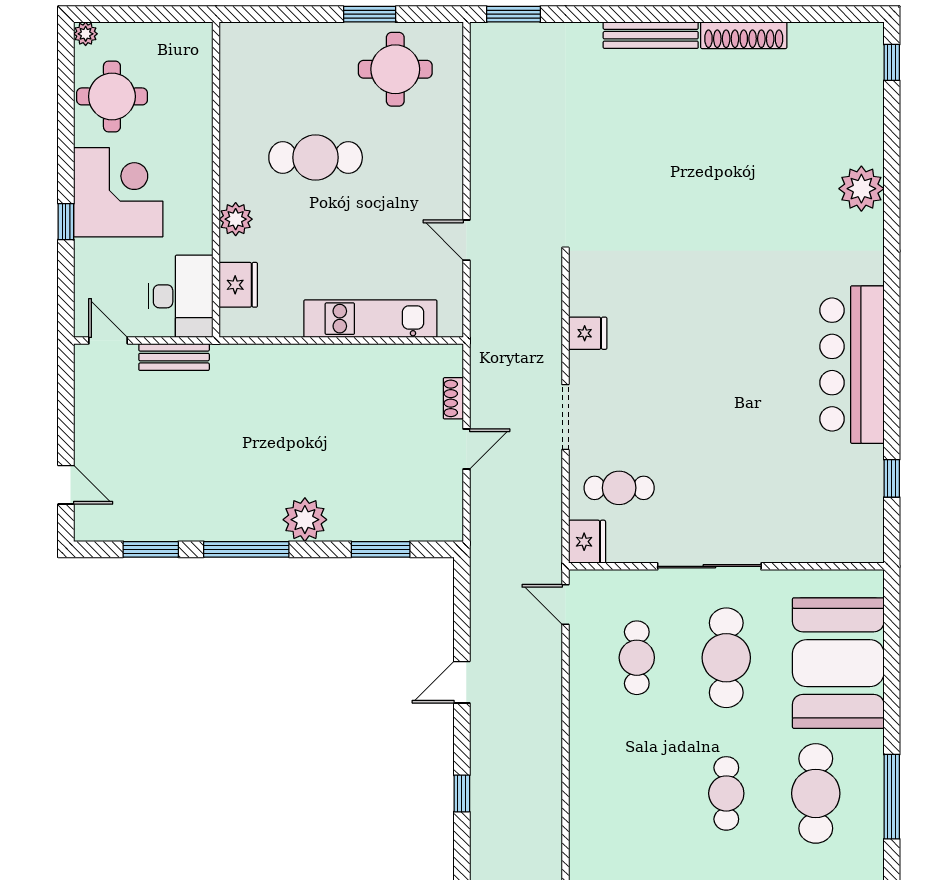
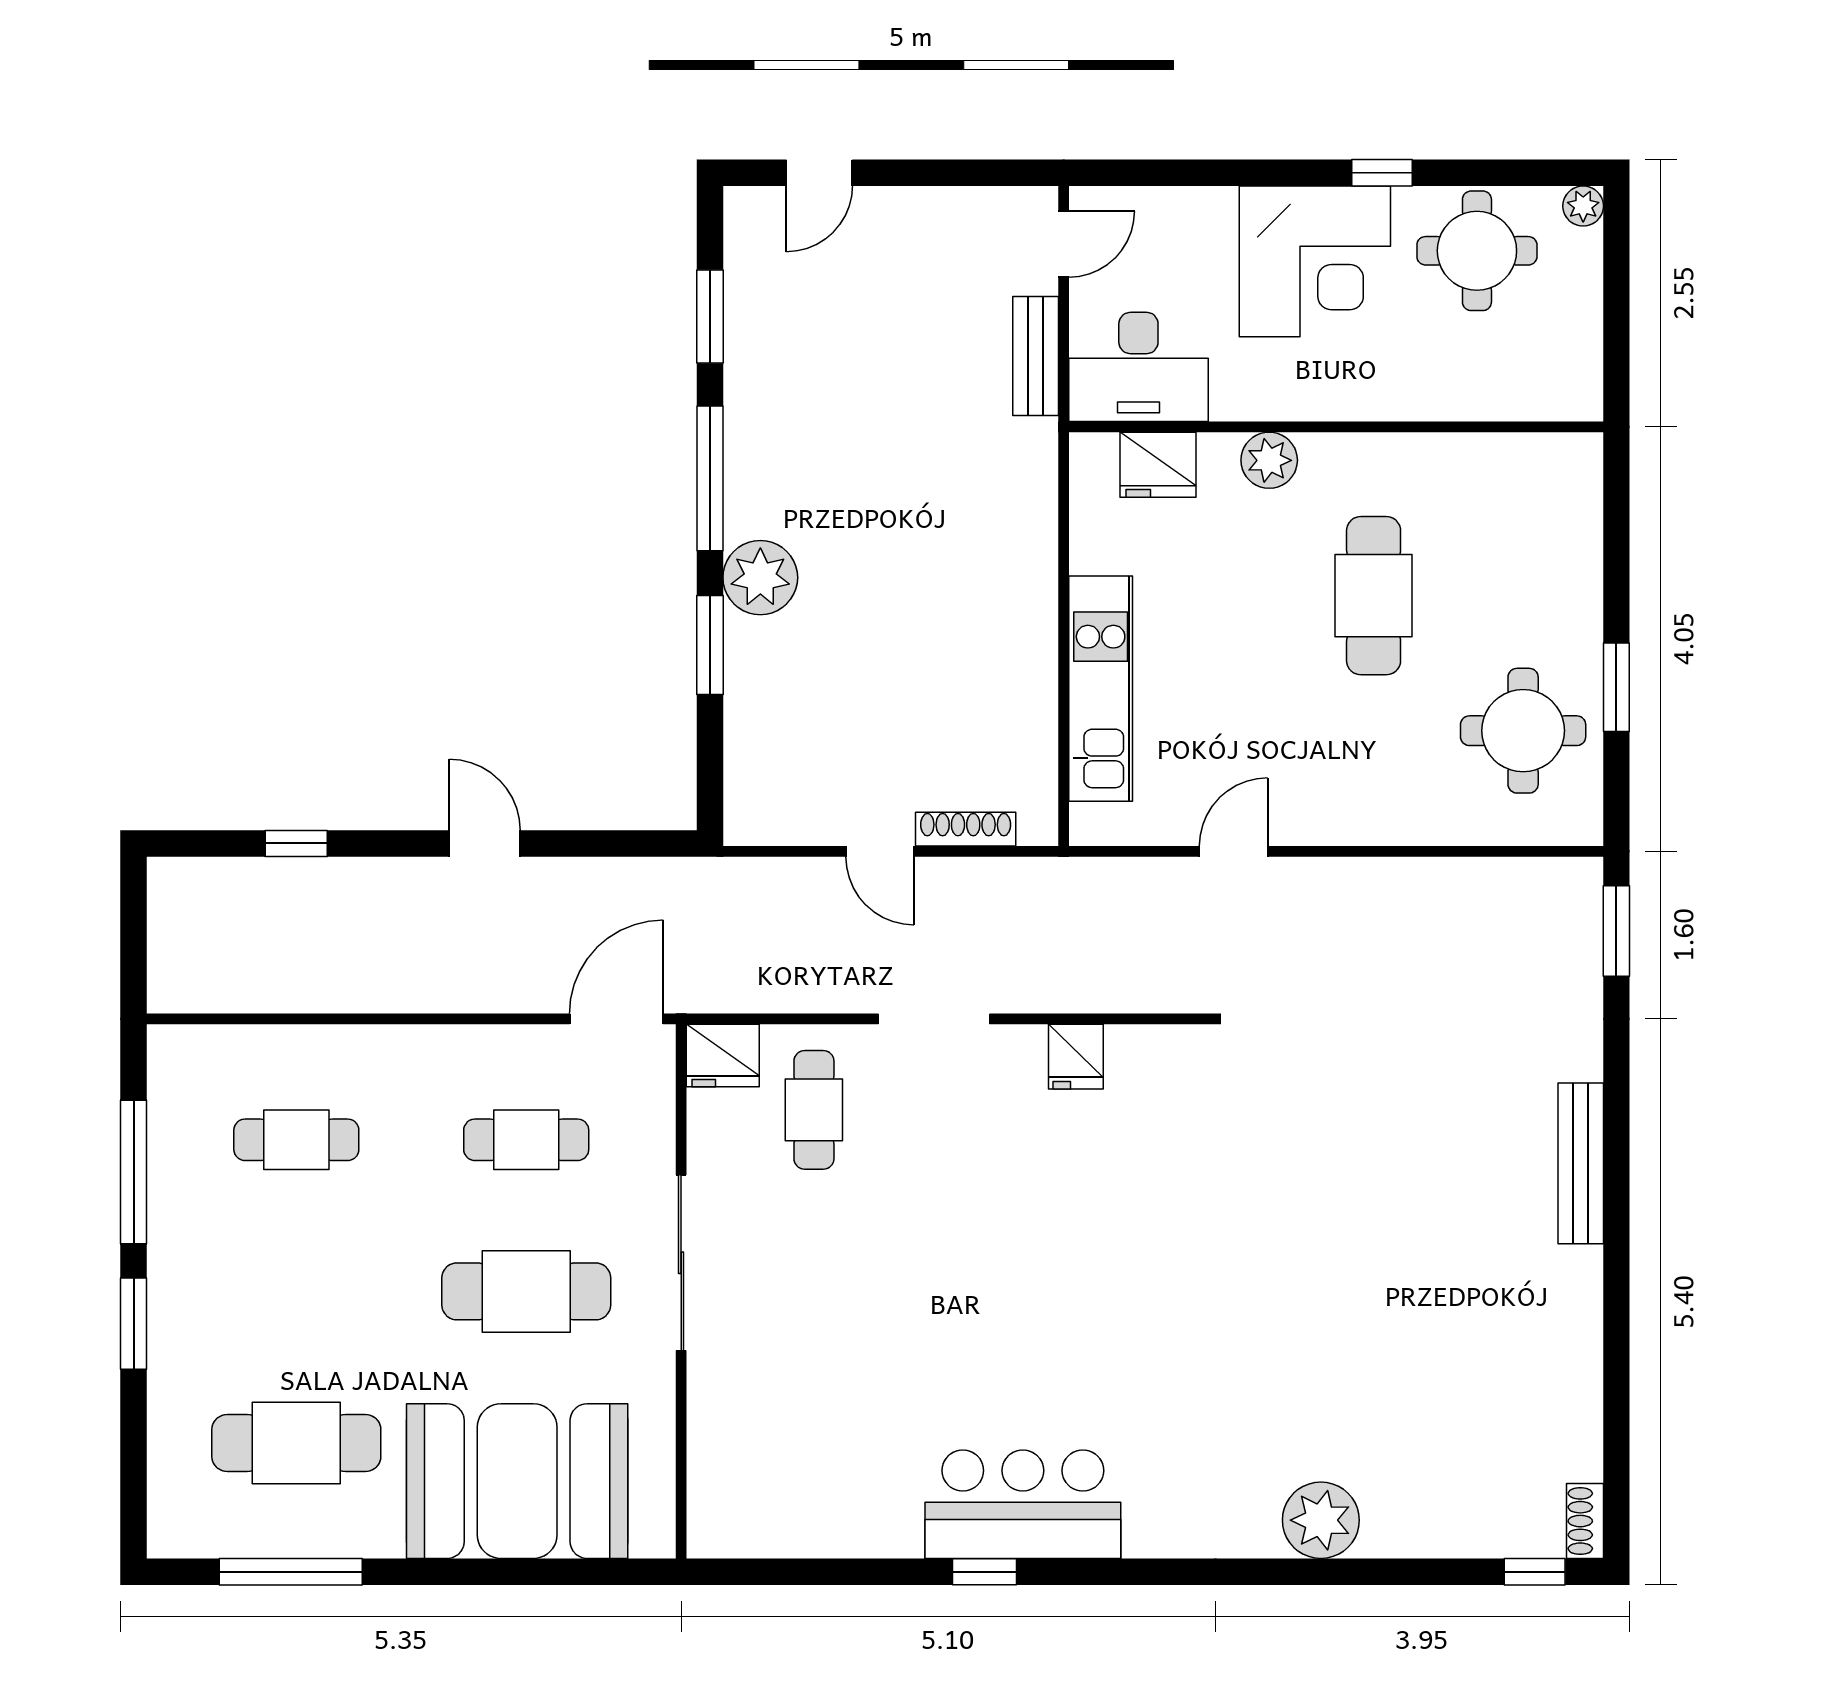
shoe rack: (744, 35) -> (1585, 1521), moved, width x0.51, depth x0.81
window: (66, 222) -> (1382, 173), moved
bar counter: (852, 365) -> (1023, 1504), width x0.73
shoe rack: (453, 398) -> (966, 829), width x1.43
window: (892, 478) -> (985, 1572), moved
window: (381, 549) -> (710, 645), moved
door: (565, 604) -> (616, 1019), width x1.37
cafe table: (726, 793) -> (296, 1140), moved

